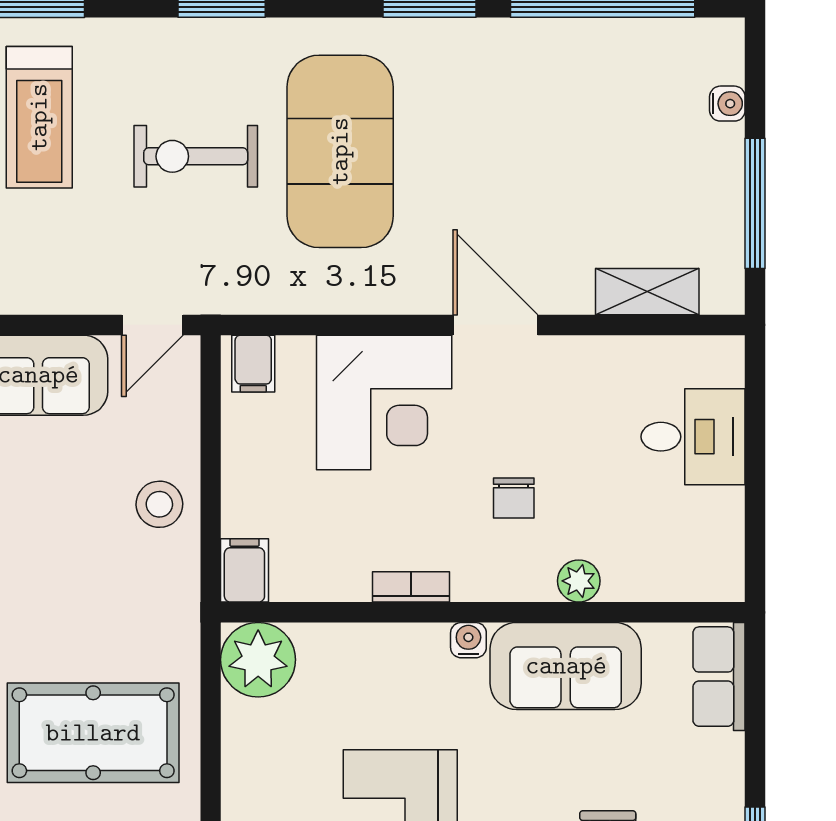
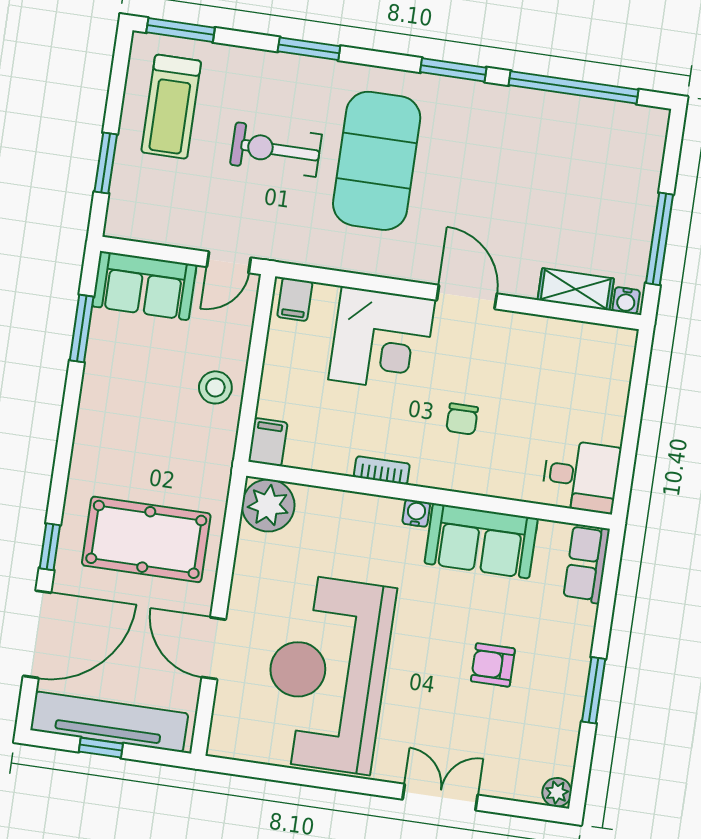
water cooler: (727, 104) -> (626, 301), moved, turned 90
desk: (693, 437) -> (581, 476), moved
plant: (579, 581) -> (499, 483), removed

